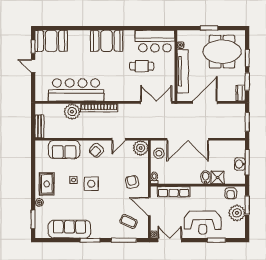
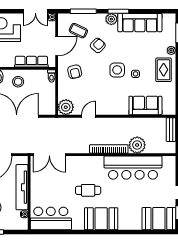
cafe table: (142, 66) -> (88, 190), moved
armchair: (97, 150) -> (98, 45), moved
stool: (159, 153) -> (18, 82), moved
door: (149, 207) -> (57, 46), hinge flipped
plant: (97, 233) -> (111, 19), added

